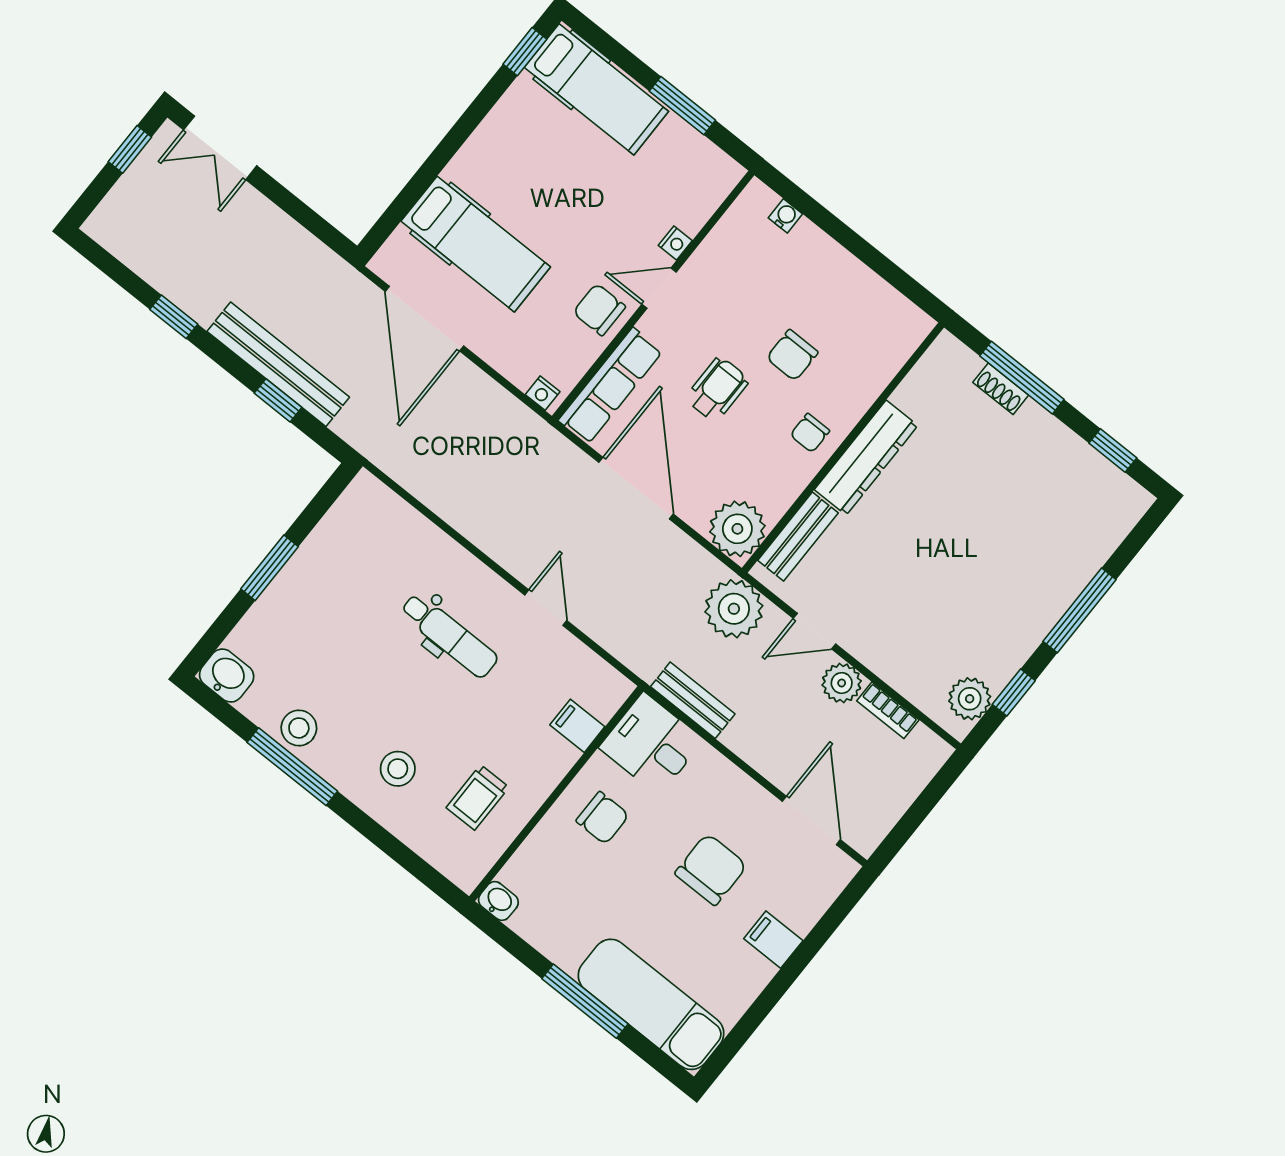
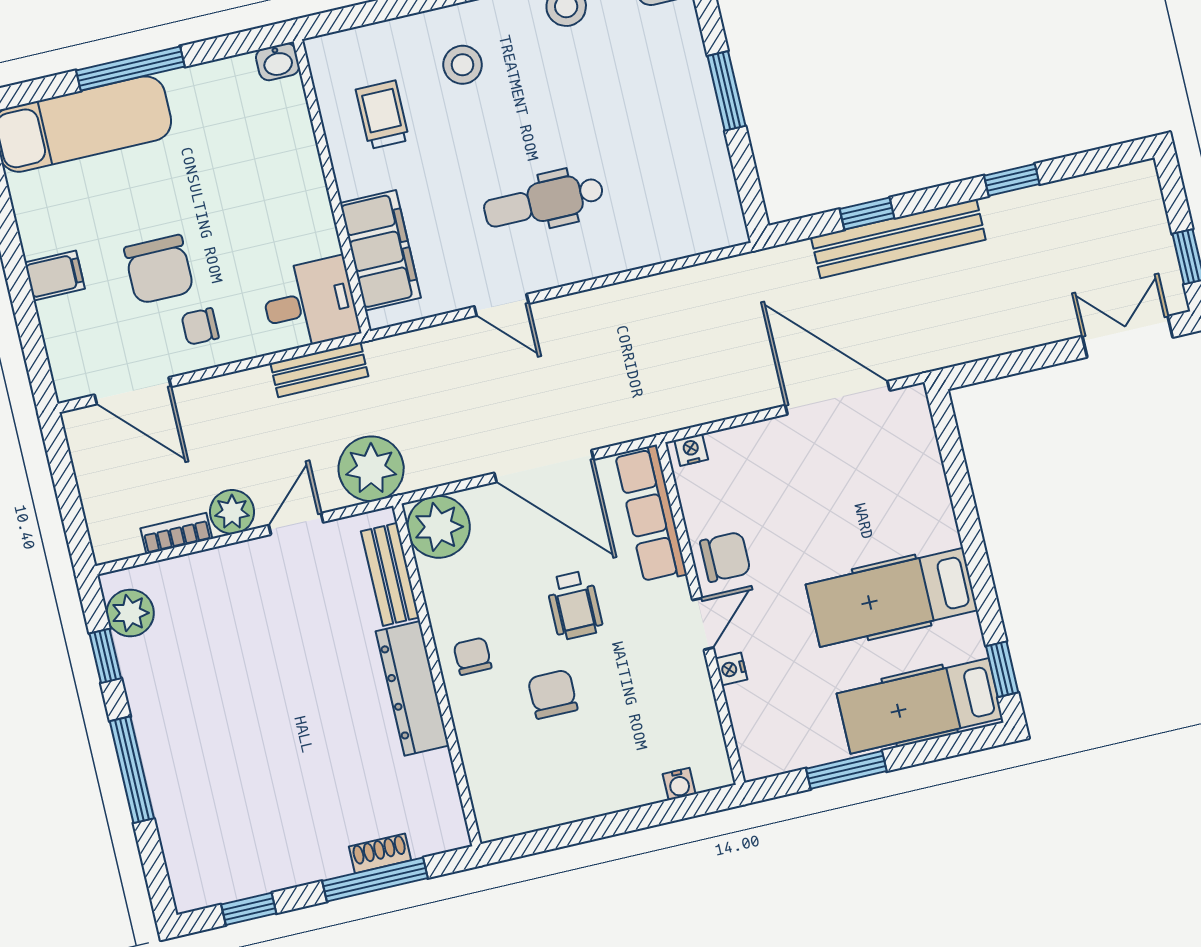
hospital bed: (476, 244) -> (892, 597), moved
filing cabinet: (577, 726) -> (380, 250), width x3.00, depth x1.17
chair: (603, 818) -> (200, 326), moved, width x0.73, depth x0.73

